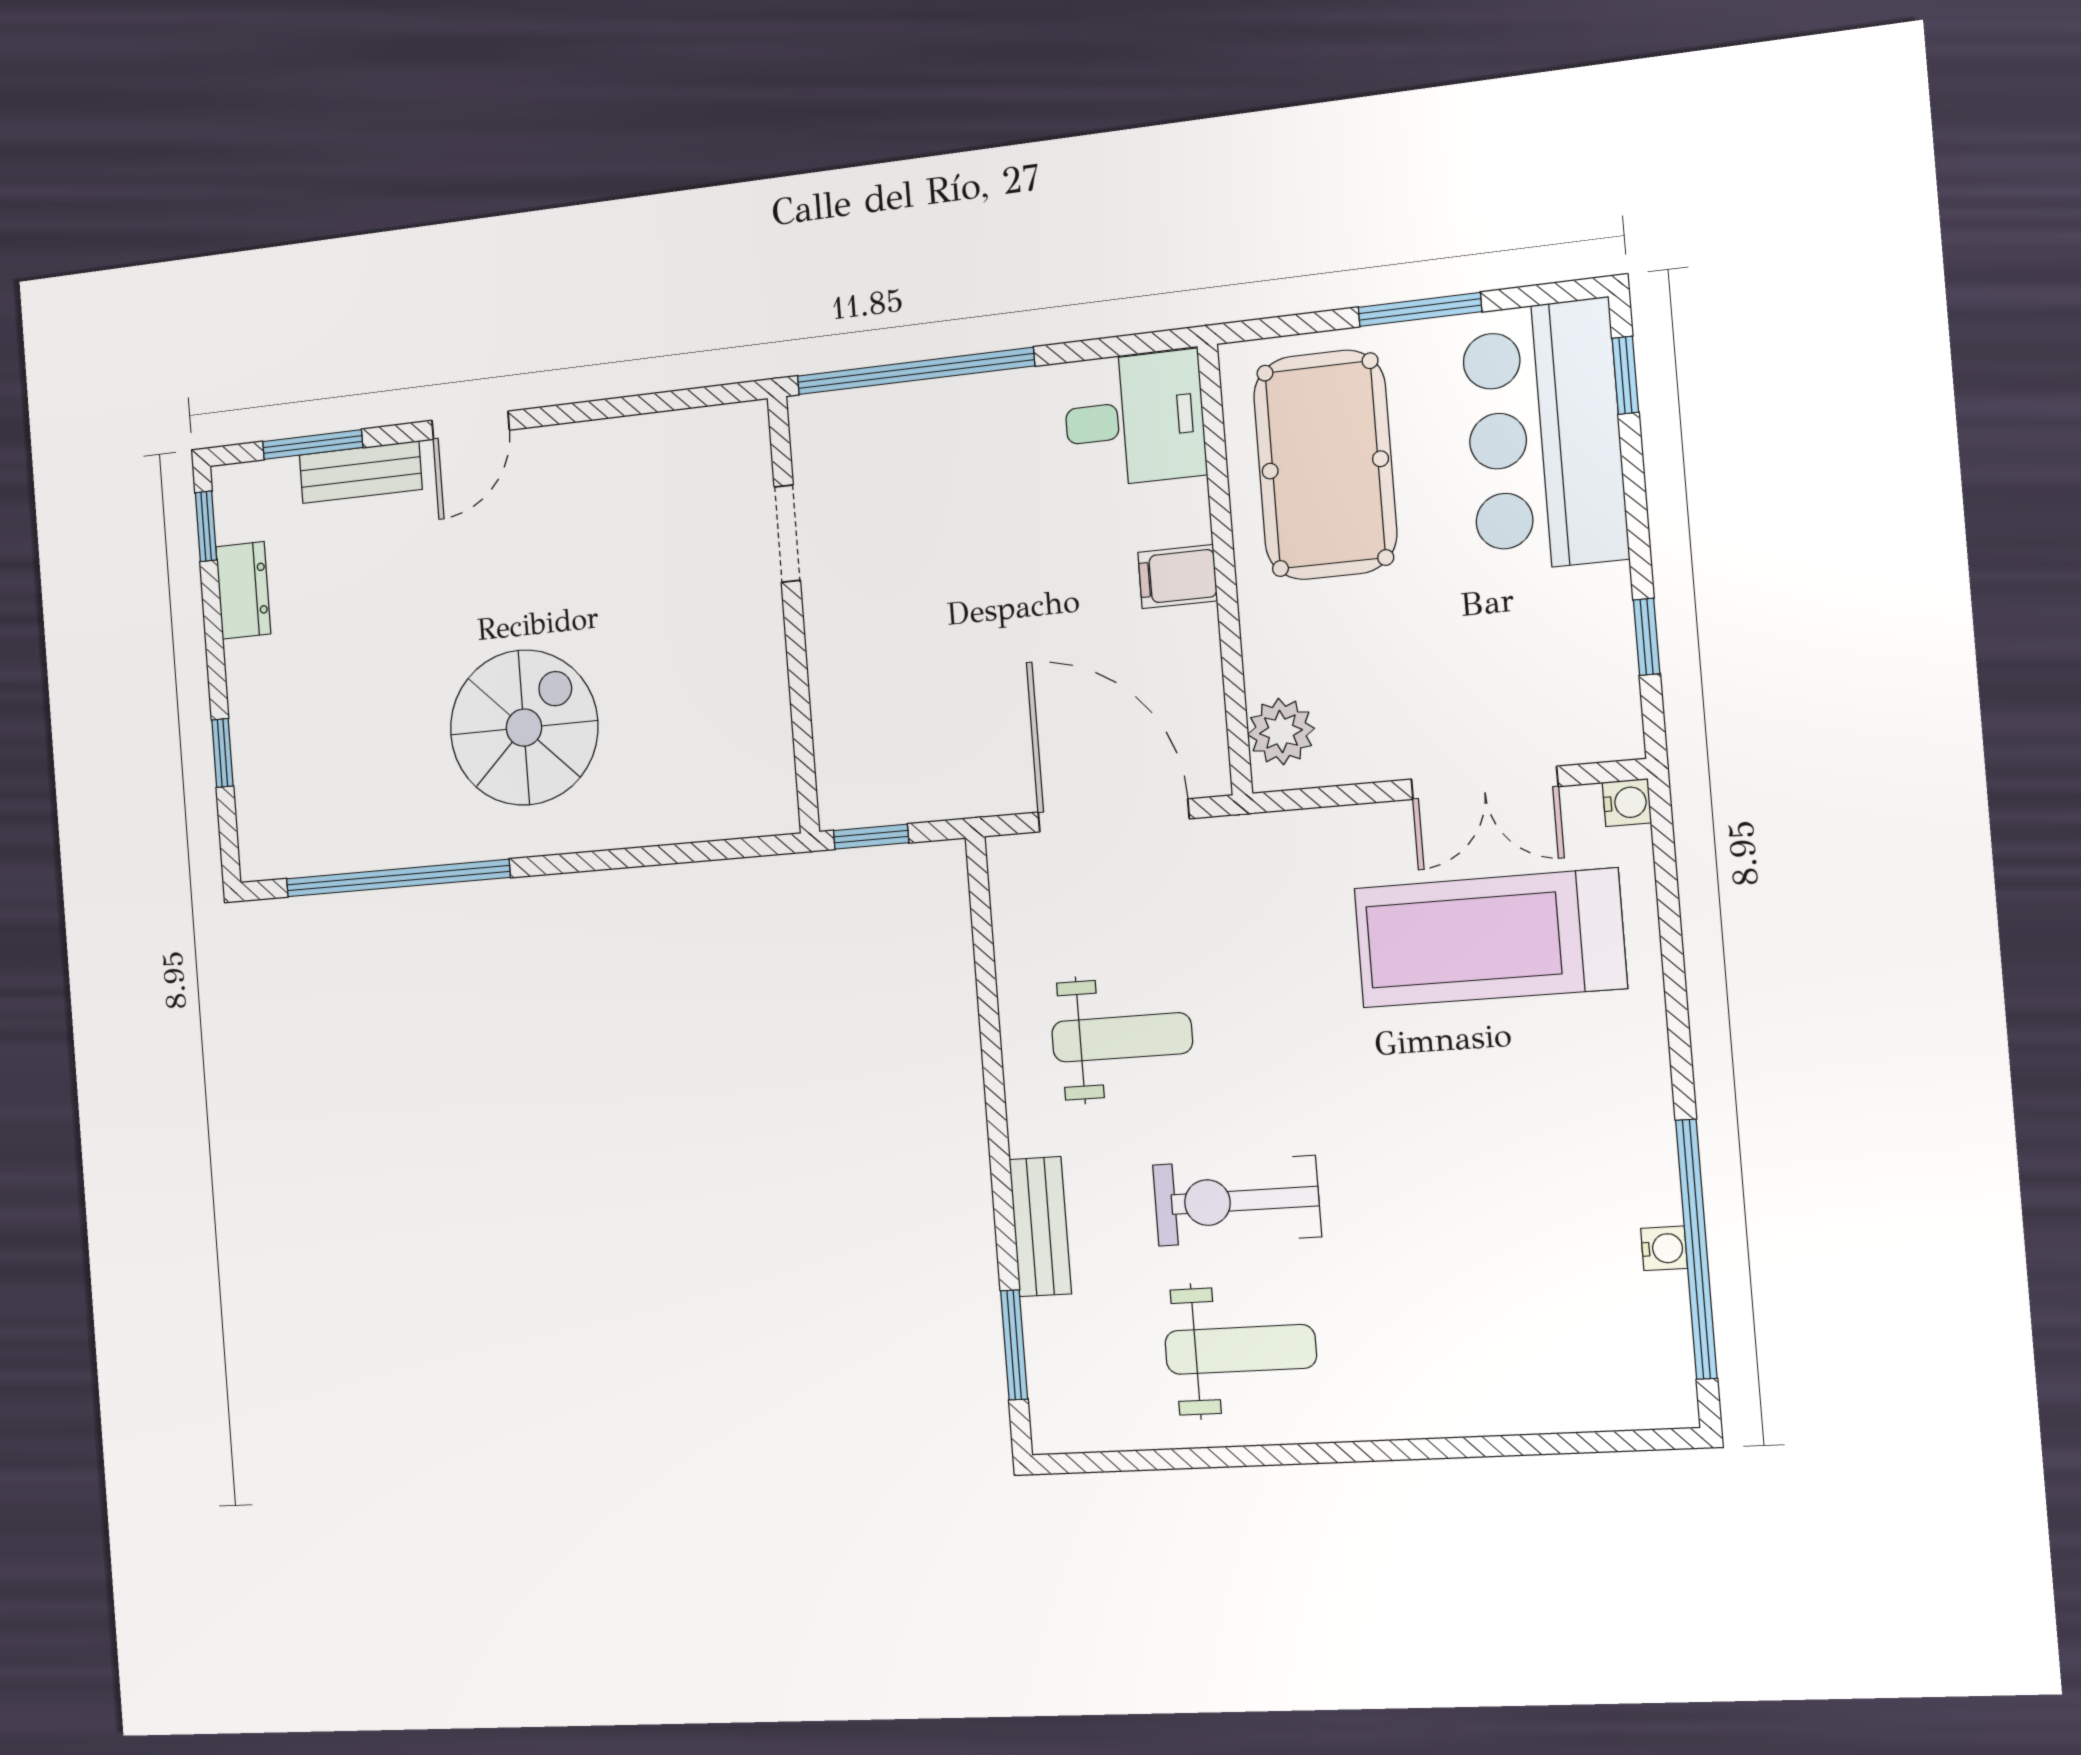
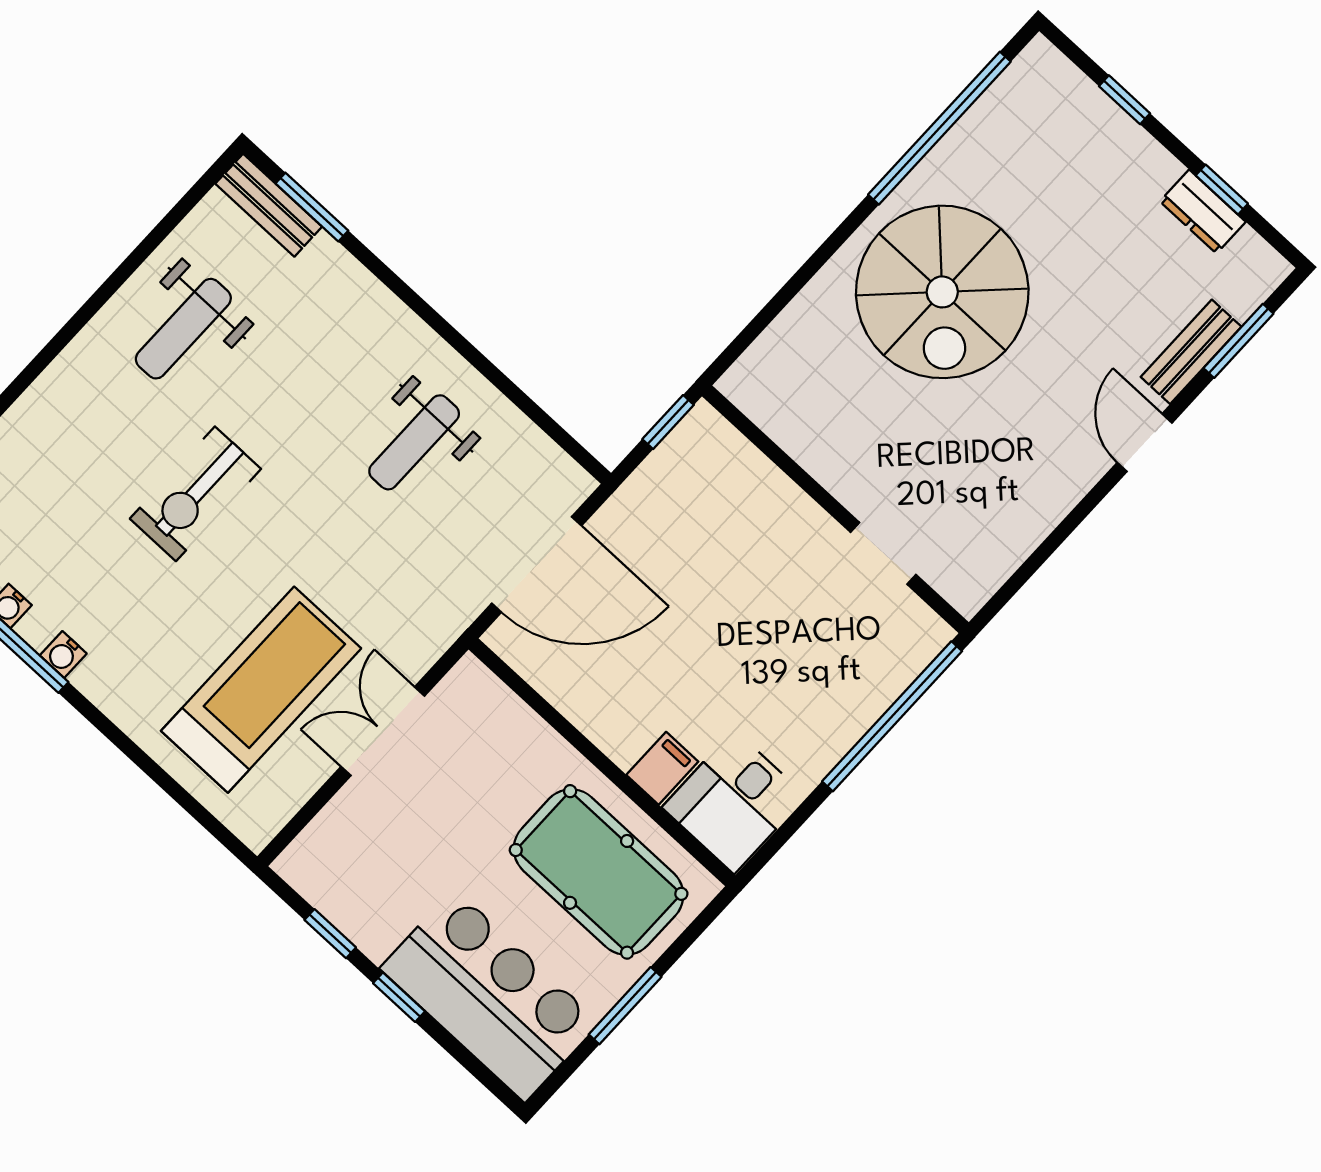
window: (1625, 375) -> (399, 997), moved
window: (206, 526) -> (1222, 190), moved
filing cabinet: (1178, 577) -> (662, 768), moved
spiral stairs: (524, 728) -> (942, 292), width x1.37, depth x1.37
plant: (1281, 732) -> (485, 699), removed
double door: (1484, 783) -> (383, 731), moved
water cooler: (1627, 803) -> (63, 655), moved
exercise bike: (1237, 1201) -> (195, 494), moved, turned 180
bench: (1040, 1227) -> (269, 205), moved

